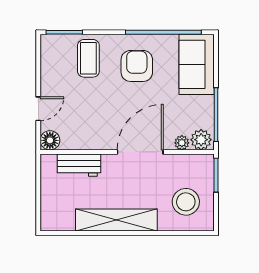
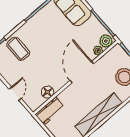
armchair: (137, 66) -> (45, 32), removed
floor lamp: (50, 140) -> (47, 92), moved
workbench: (79, 165) -> (50, 111), moved

